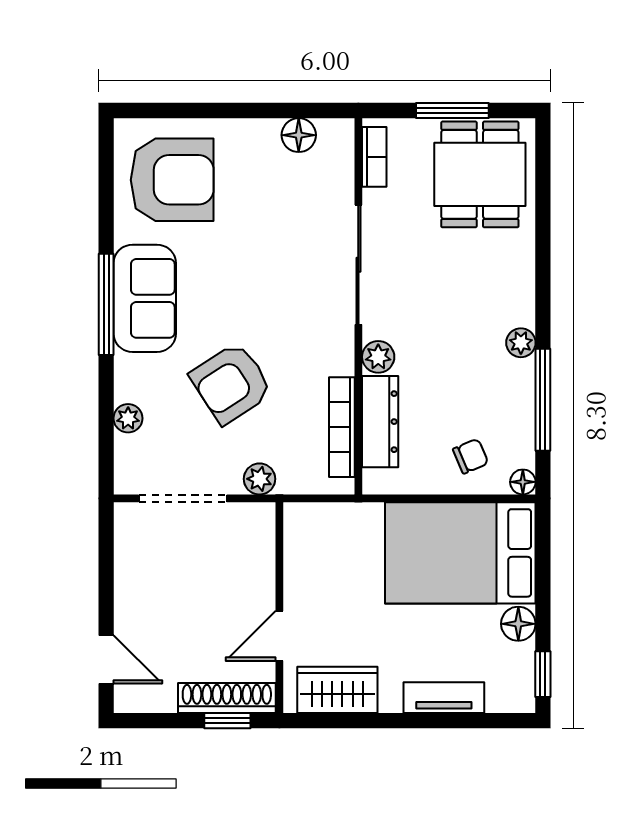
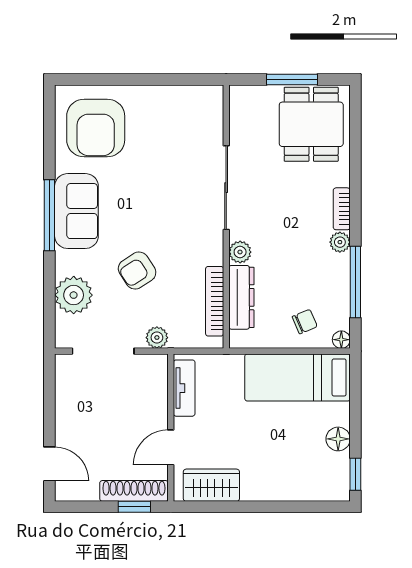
floor lamp: (299, 135) -> (184, 97), removed
bookcase: (374, 157) -> (342, 209), moved, turned 180
armchair: (172, 180) -> (96, 128), turned 90
armchair: (231, 383) -> (137, 271), width x0.72, depth x0.72
plant: (128, 418) -> (74, 295), width x1.87, depth x1.87
bed: (460, 553) -> (297, 377), width x0.67
tv unit: (444, 698) -> (184, 388), moved, turned 90

